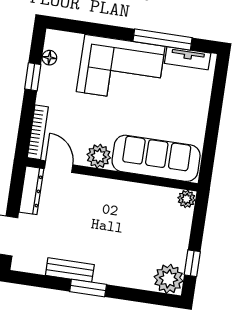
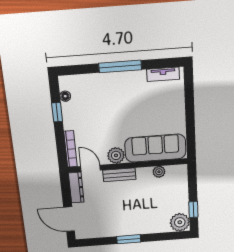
window: (163, 39) -> (120, 66), moved
corner sofa: (121, 69) -> (117, 93), removed
plant: (187, 199) -> (159, 172), moved
bench: (70, 270) -> (119, 175), moved

